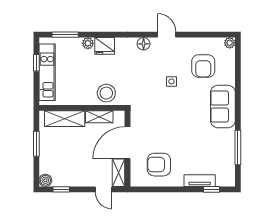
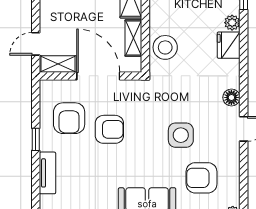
side table: (171, 81) -> (181, 135), width x1.87, depth x1.87
armchair: (167, 135) -> (109, 129), added
armchair: (159, 165) -> (69, 118), turned 180
window: (212, 189) -> (36, 139), moved

